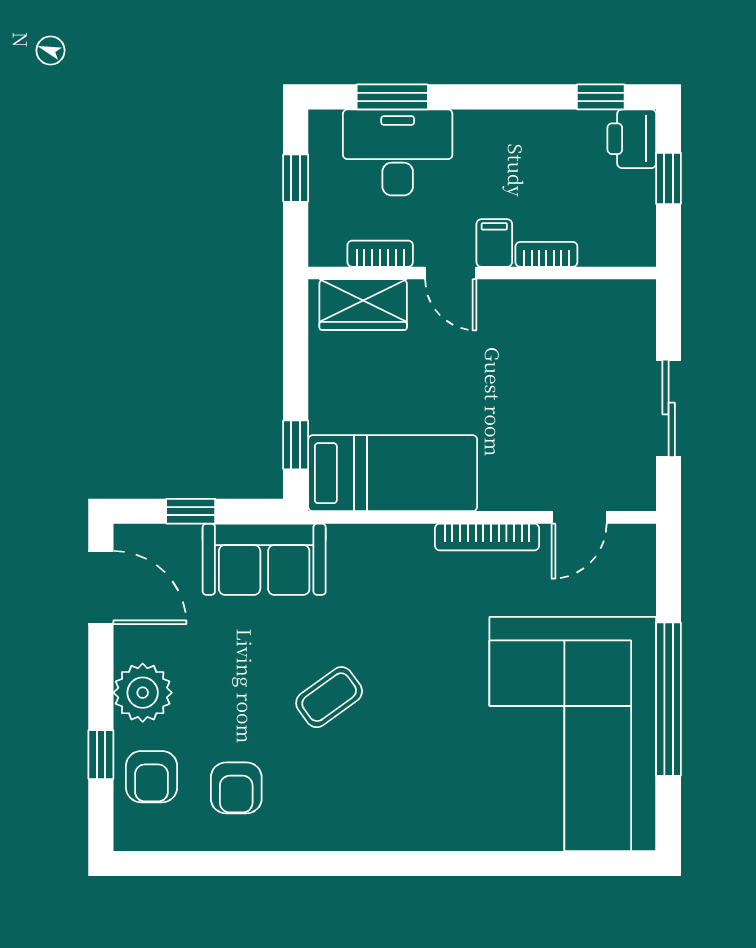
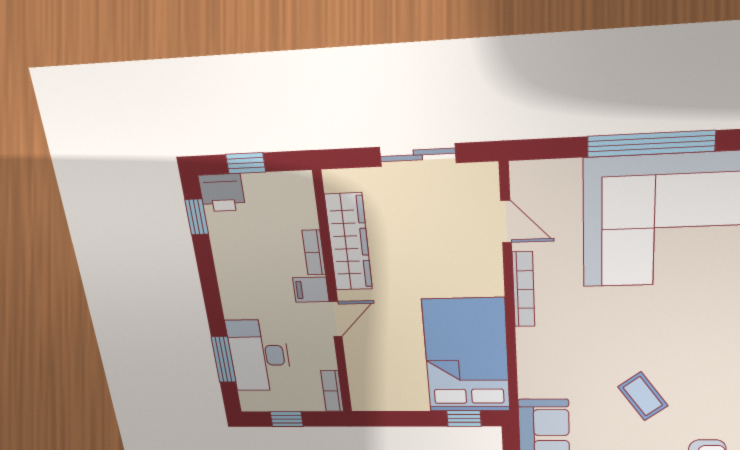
bookcase: (380, 254) -> (332, 391), moved
wardrobe: (363, 305) -> (349, 242), moved, width x1.50
bed: (393, 473) -> (466, 356), width x1.50

